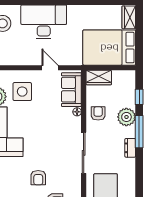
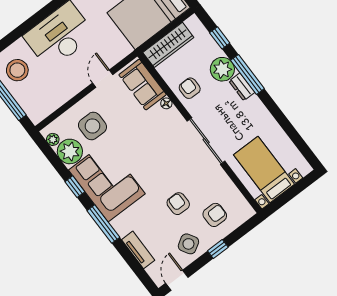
door: (50, 68) -> (103, 79), hinge flipped
wardrobe: (99, 78) -> (168, 45), width x1.50
dresser: (130, 148) -> (242, 87), moved
armchair: (38, 178) -> (178, 204), turned 180

